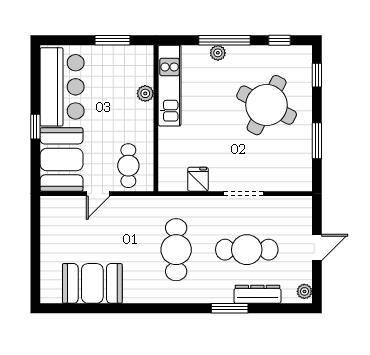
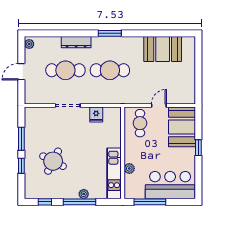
window: (113, 40) -> (150, 202), width x1.44
window: (317, 75) -> (21, 166), moved
bar counter: (62, 87) -> (170, 185), moved, turned 90
round table: (267, 105) -> (53, 161), width x0.73, depth x0.73
cafe table: (176, 250) -> (110, 70), turned 90
dresser: (257, 294) -> (76, 42), moved
window: (230, 308) -> (110, 33), moved

